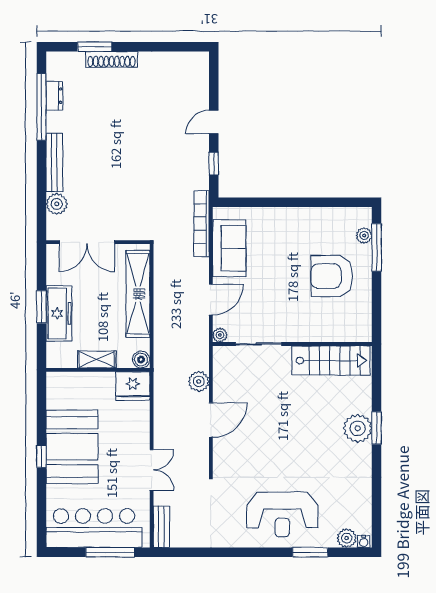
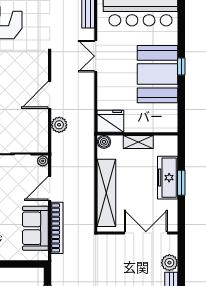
bookcase: (202, 224) -> (57, 228), moved

